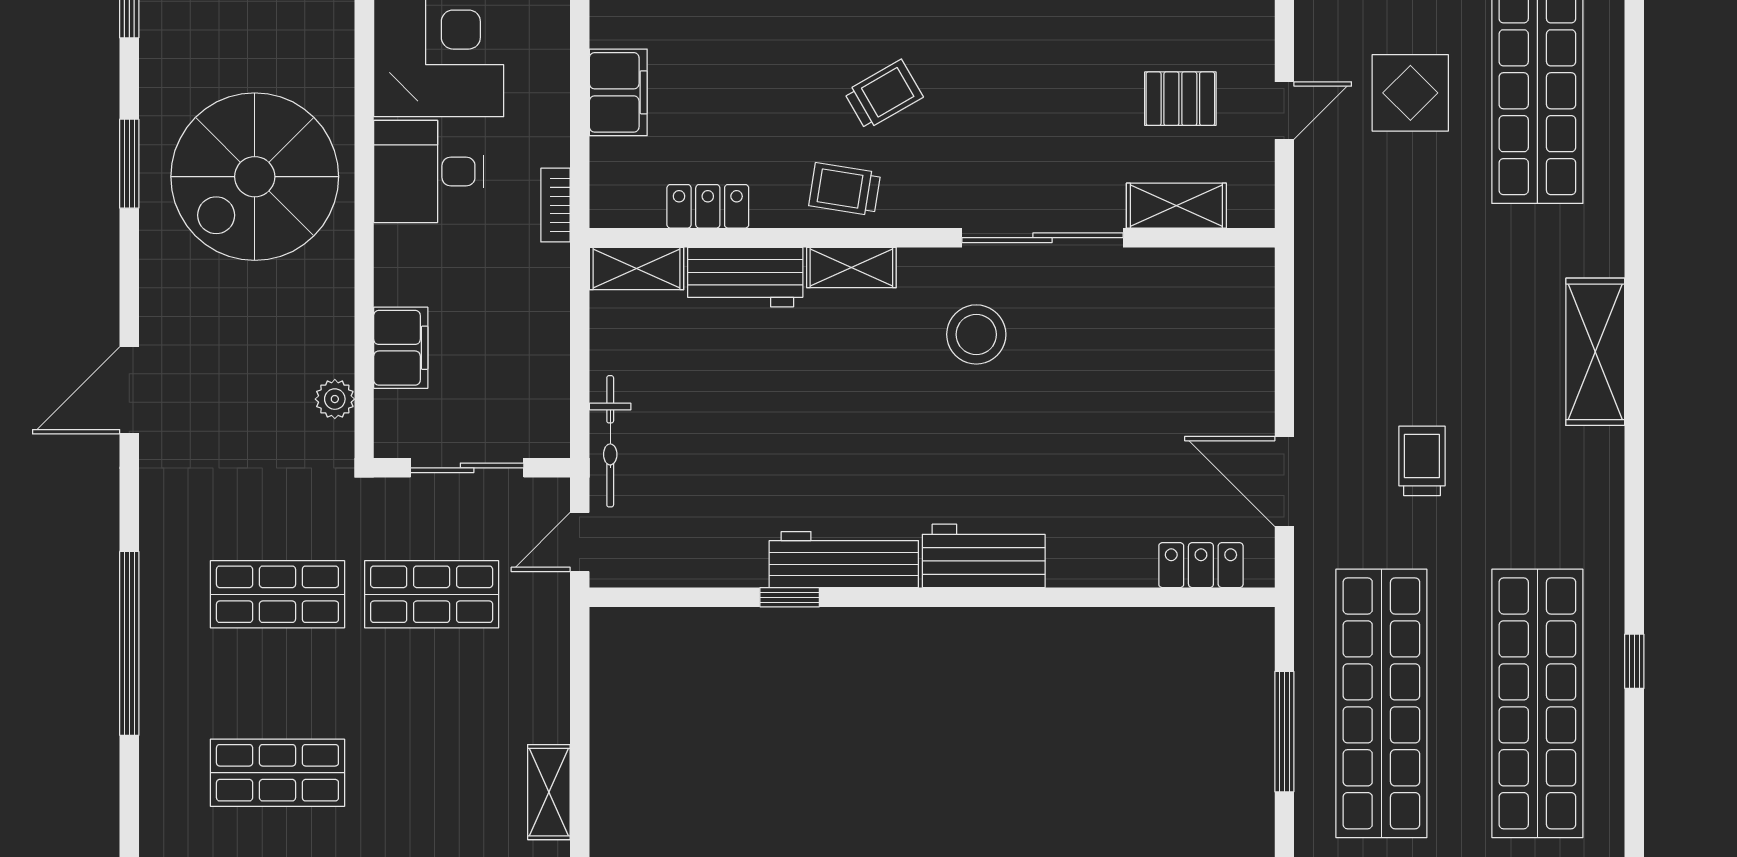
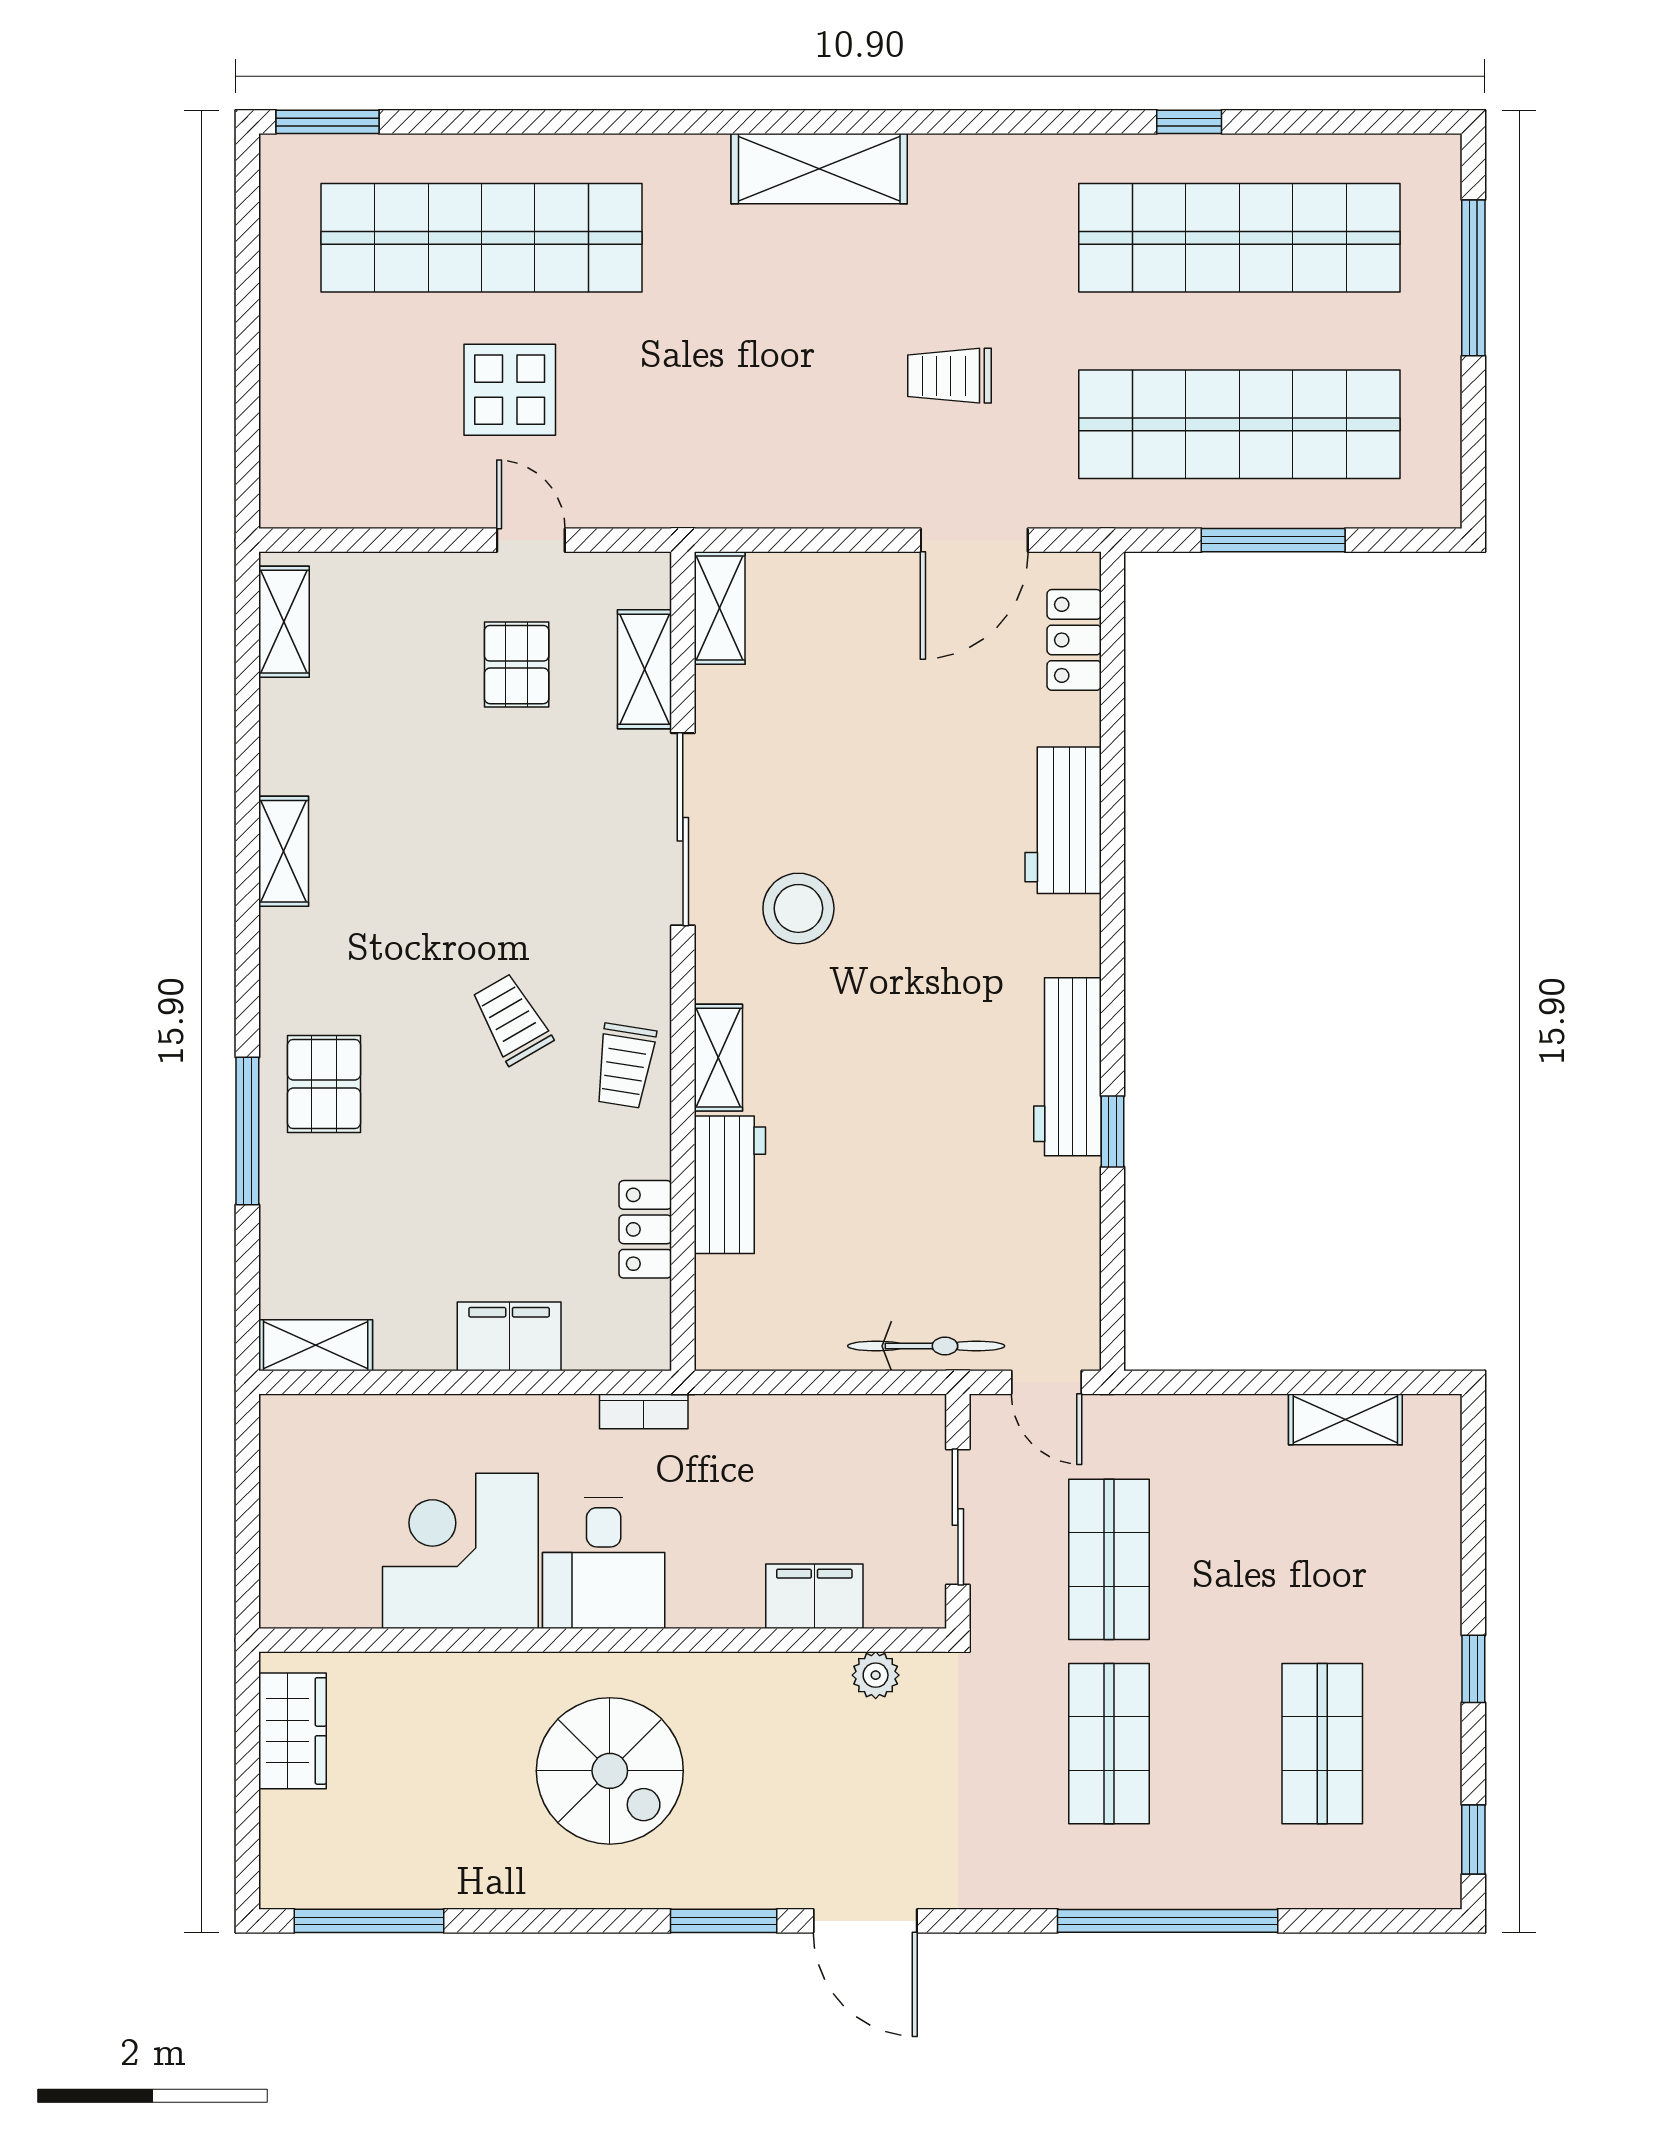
window: (129, 164) -> (724, 1921), moved
spiral stairs: (255, 177) -> (610, 1771), width x0.73, depth x0.73
shelving: (637, 269) -> (720, 608), moved
workbench: (984, 556) -> (1063, 820), moved

